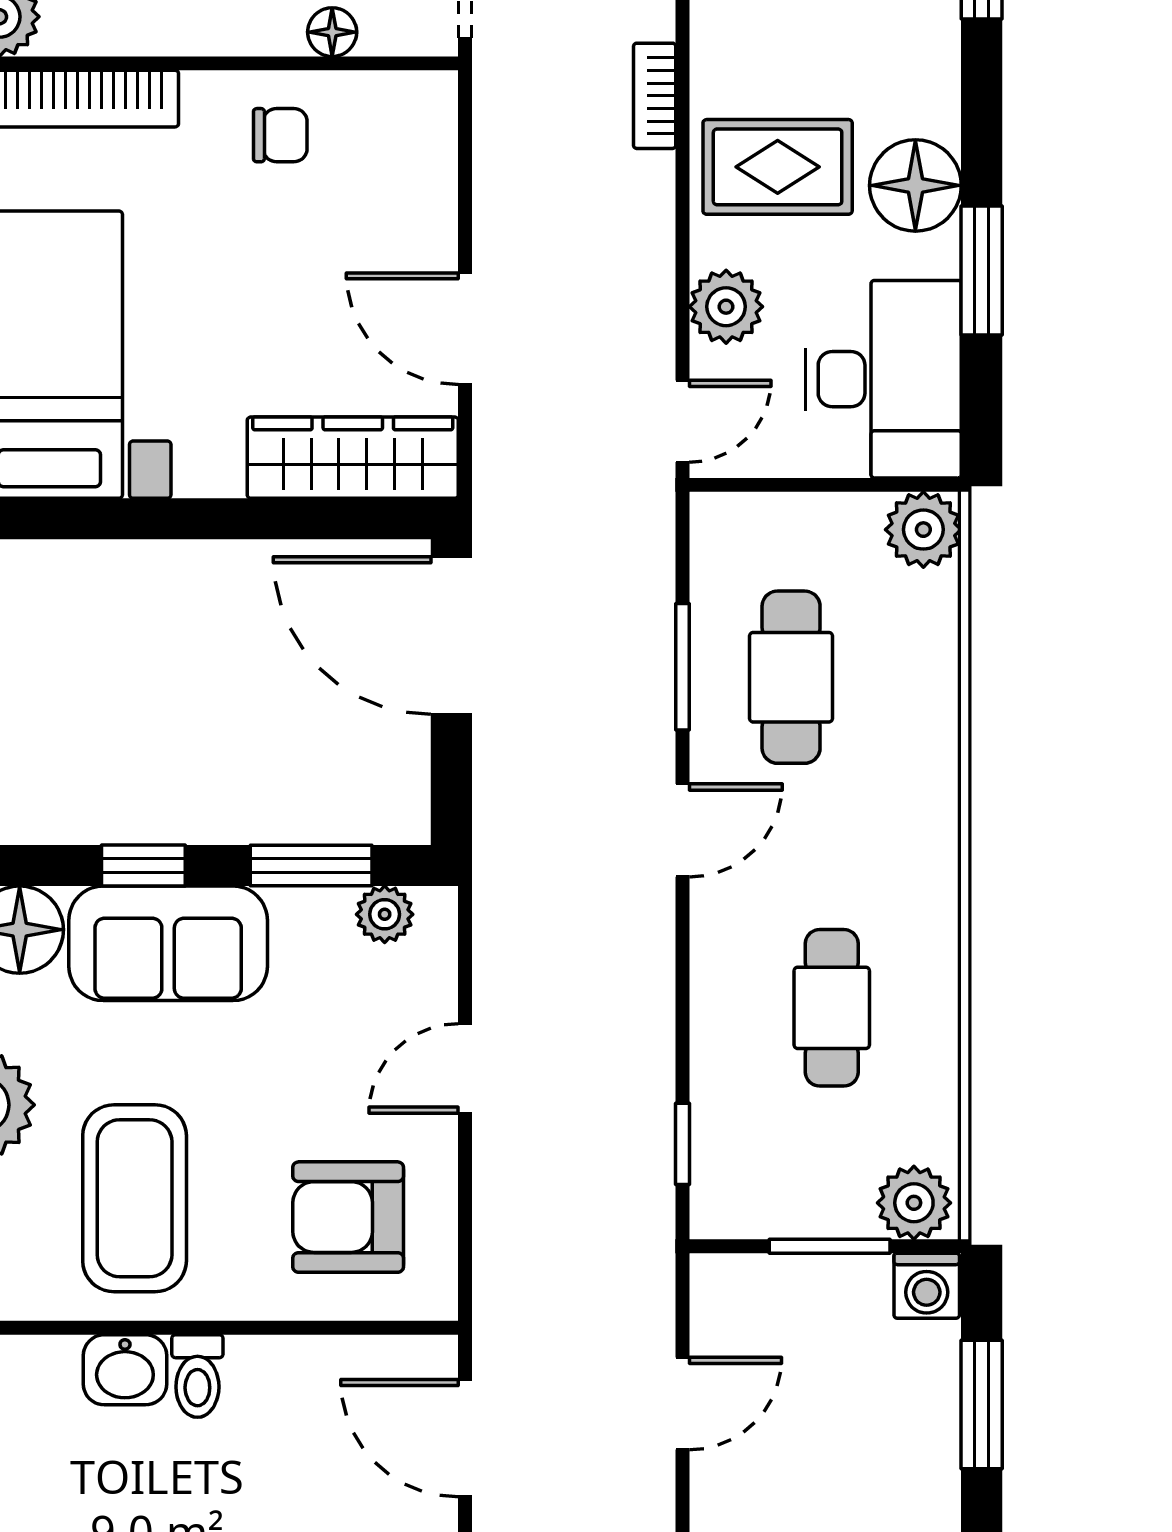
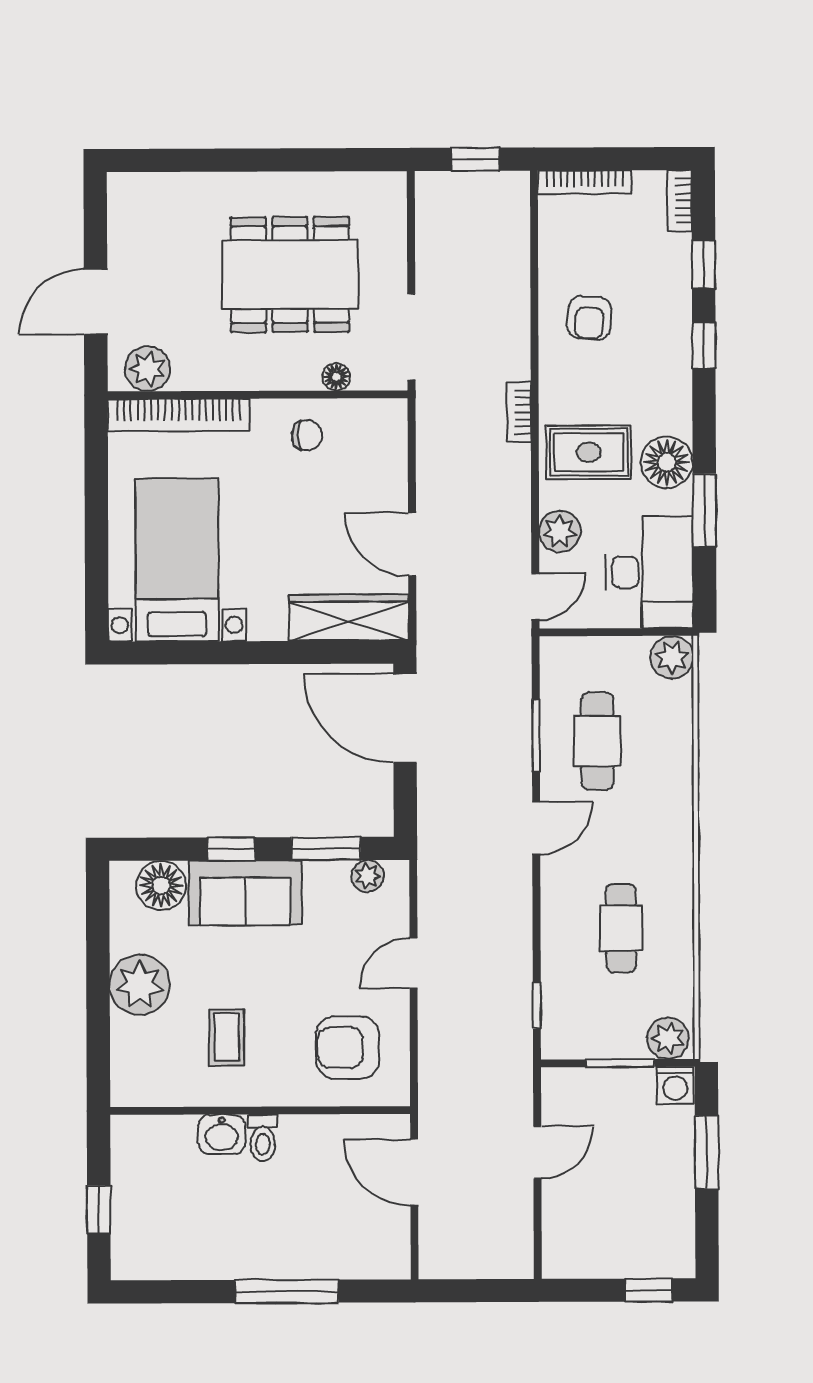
coffee table: (135, 1198) -> (227, 1037), width x0.54, depth x0.58

